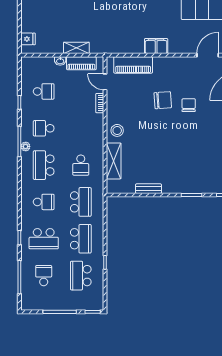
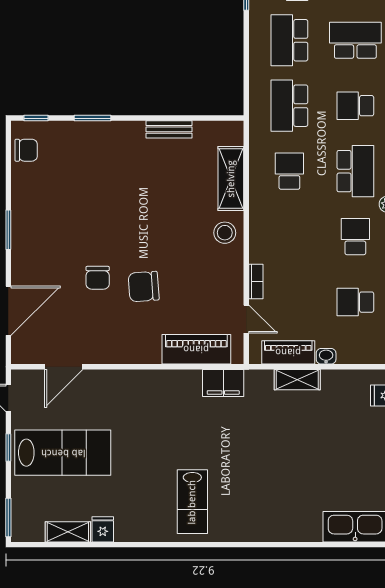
filing cabinet: (156, 46) -> (223, 383), moved
school desk: (44, 128) -> (355, 237), turned -90

